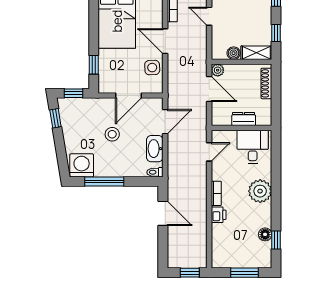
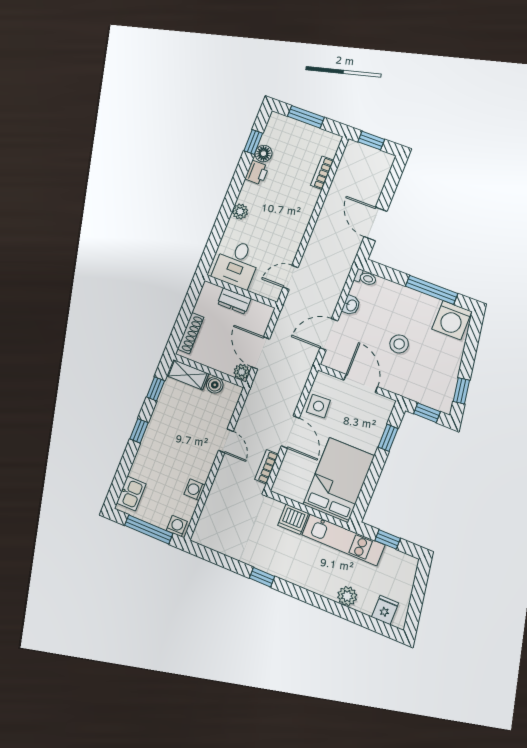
door: (128, 96) -> (361, 383), hinge flipped
washbasin: (155, 149) -> (351, 305), width x0.52, depth x0.69
plant: (260, 191) -> (240, 212), width x0.53, depth x0.53
bookcase: (216, 193) -> (322, 173), moved
printer: (219, 215) -> (257, 173), moved, turned 180

